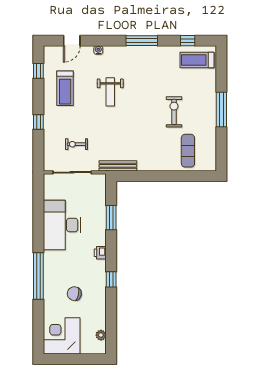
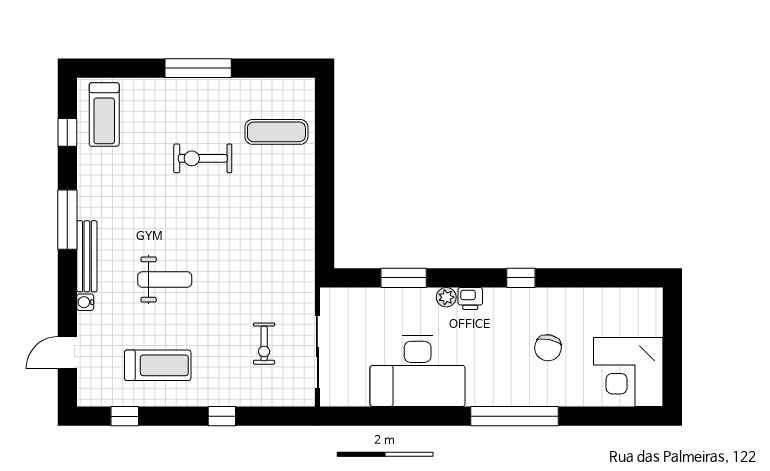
door: (72, 41) -> (67, 353), swing flipped
bench: (118, 166) -> (87, 256), moved
plant: (101, 335) -> (446, 297), moved

